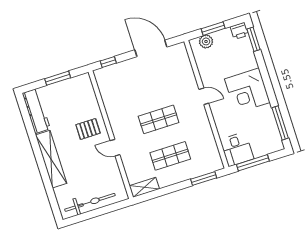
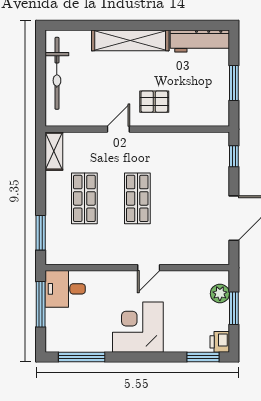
pallet: (88, 129) -> (154, 102), turned 90

